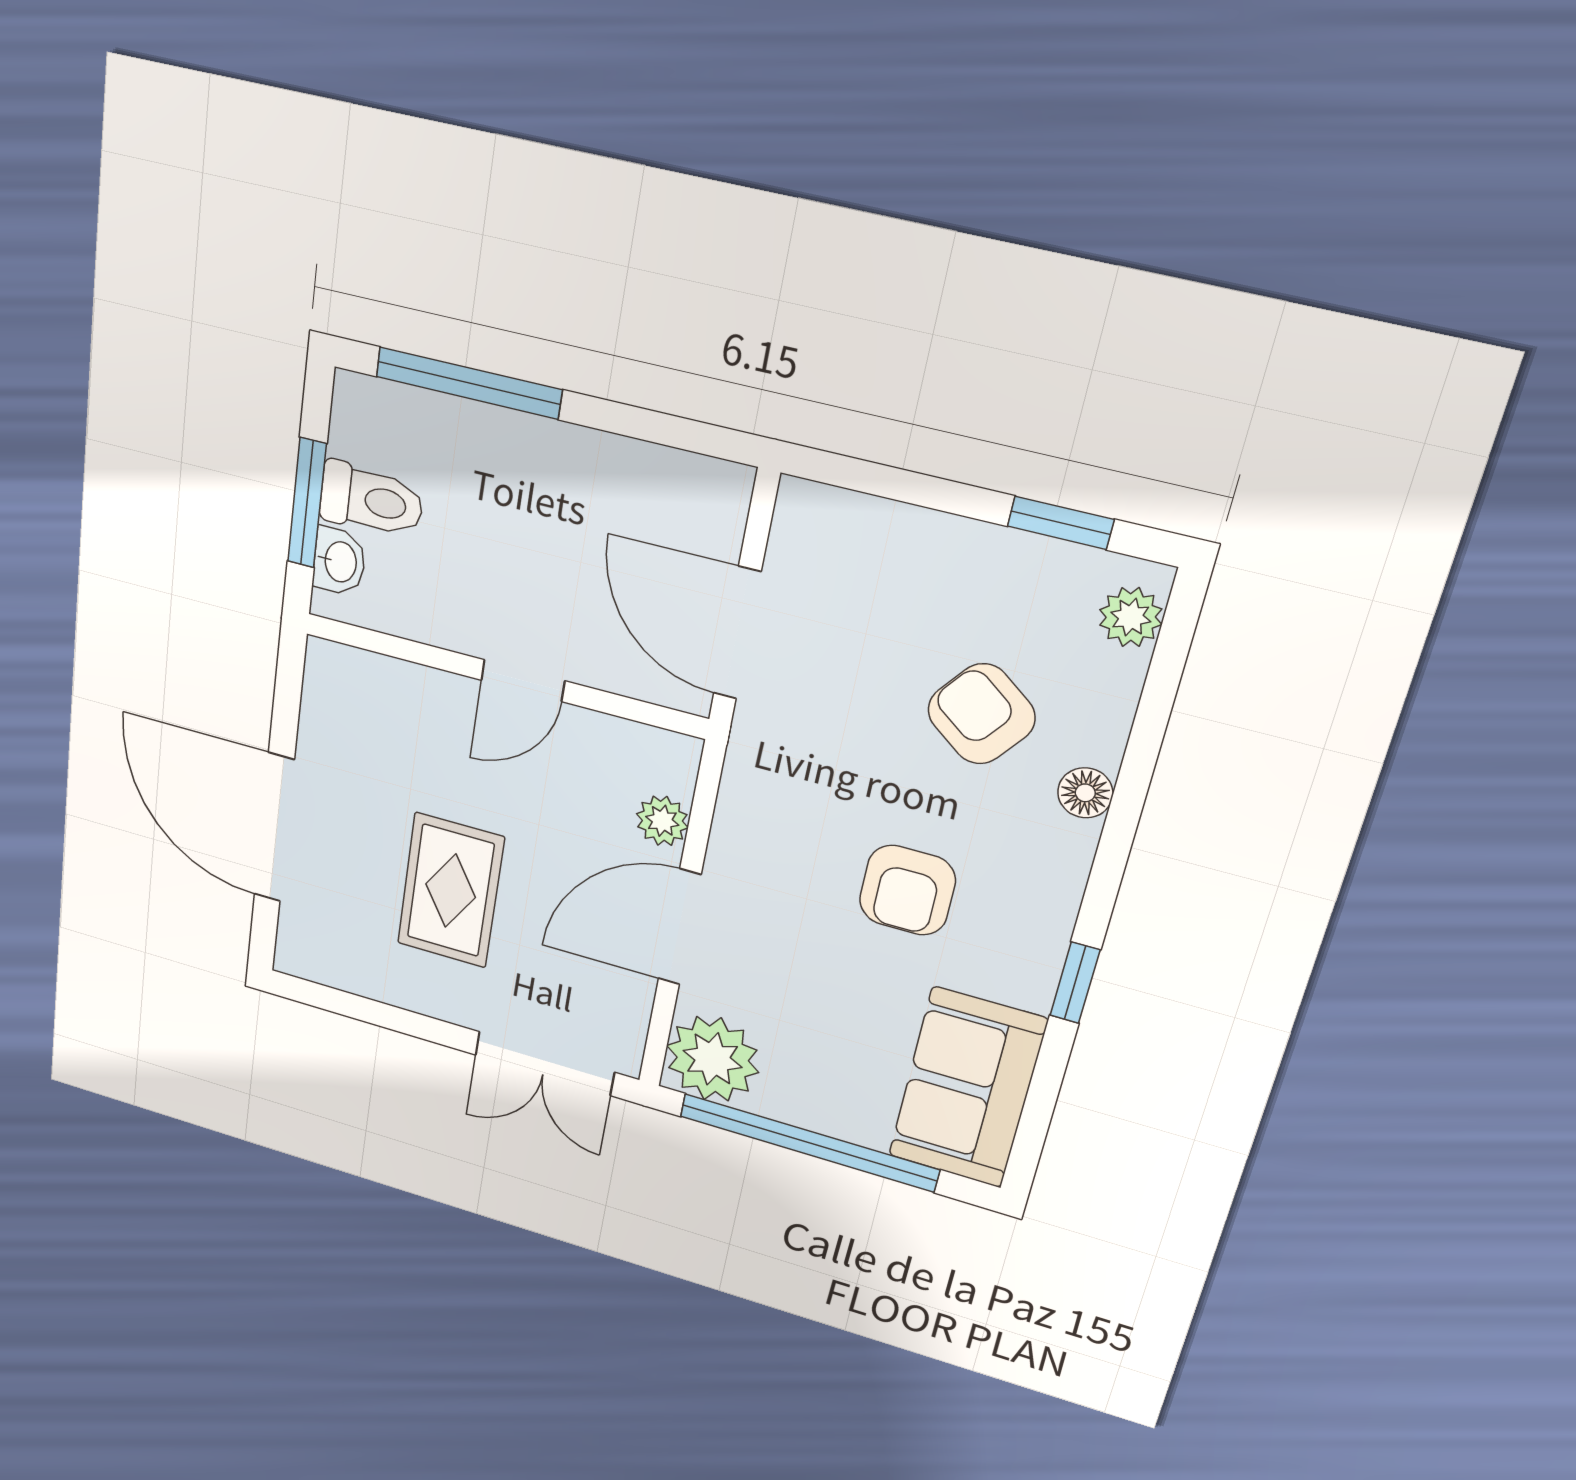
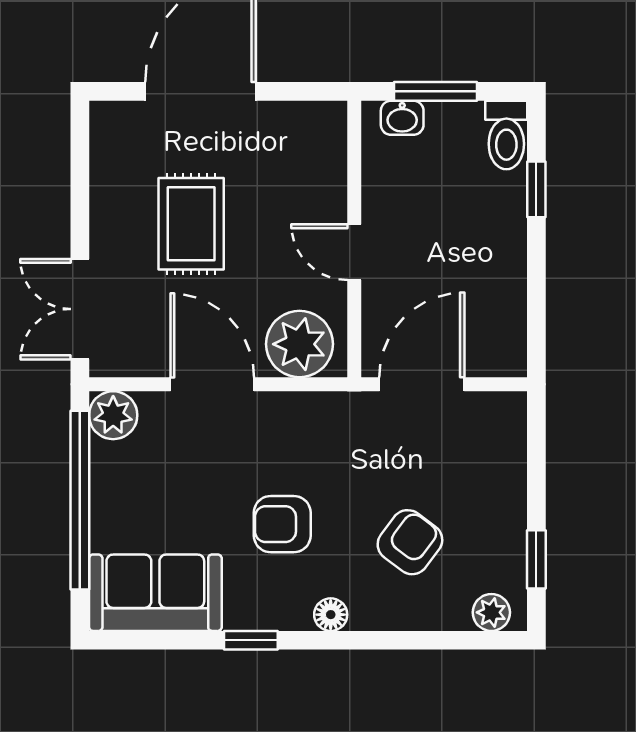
window: (469, 383) -> (536, 189), width x0.46
toilet: (371, 500) -> (506, 135), moved
floor lamp: (1085, 793) -> (331, 615), moved
plant: (662, 821) -> (299, 344), width x1.88, depth x1.88
rug: (450, 891) -> (191, 224), turned 90
plant: (713, 1059) -> (113, 415), width x0.73, depth x0.73

